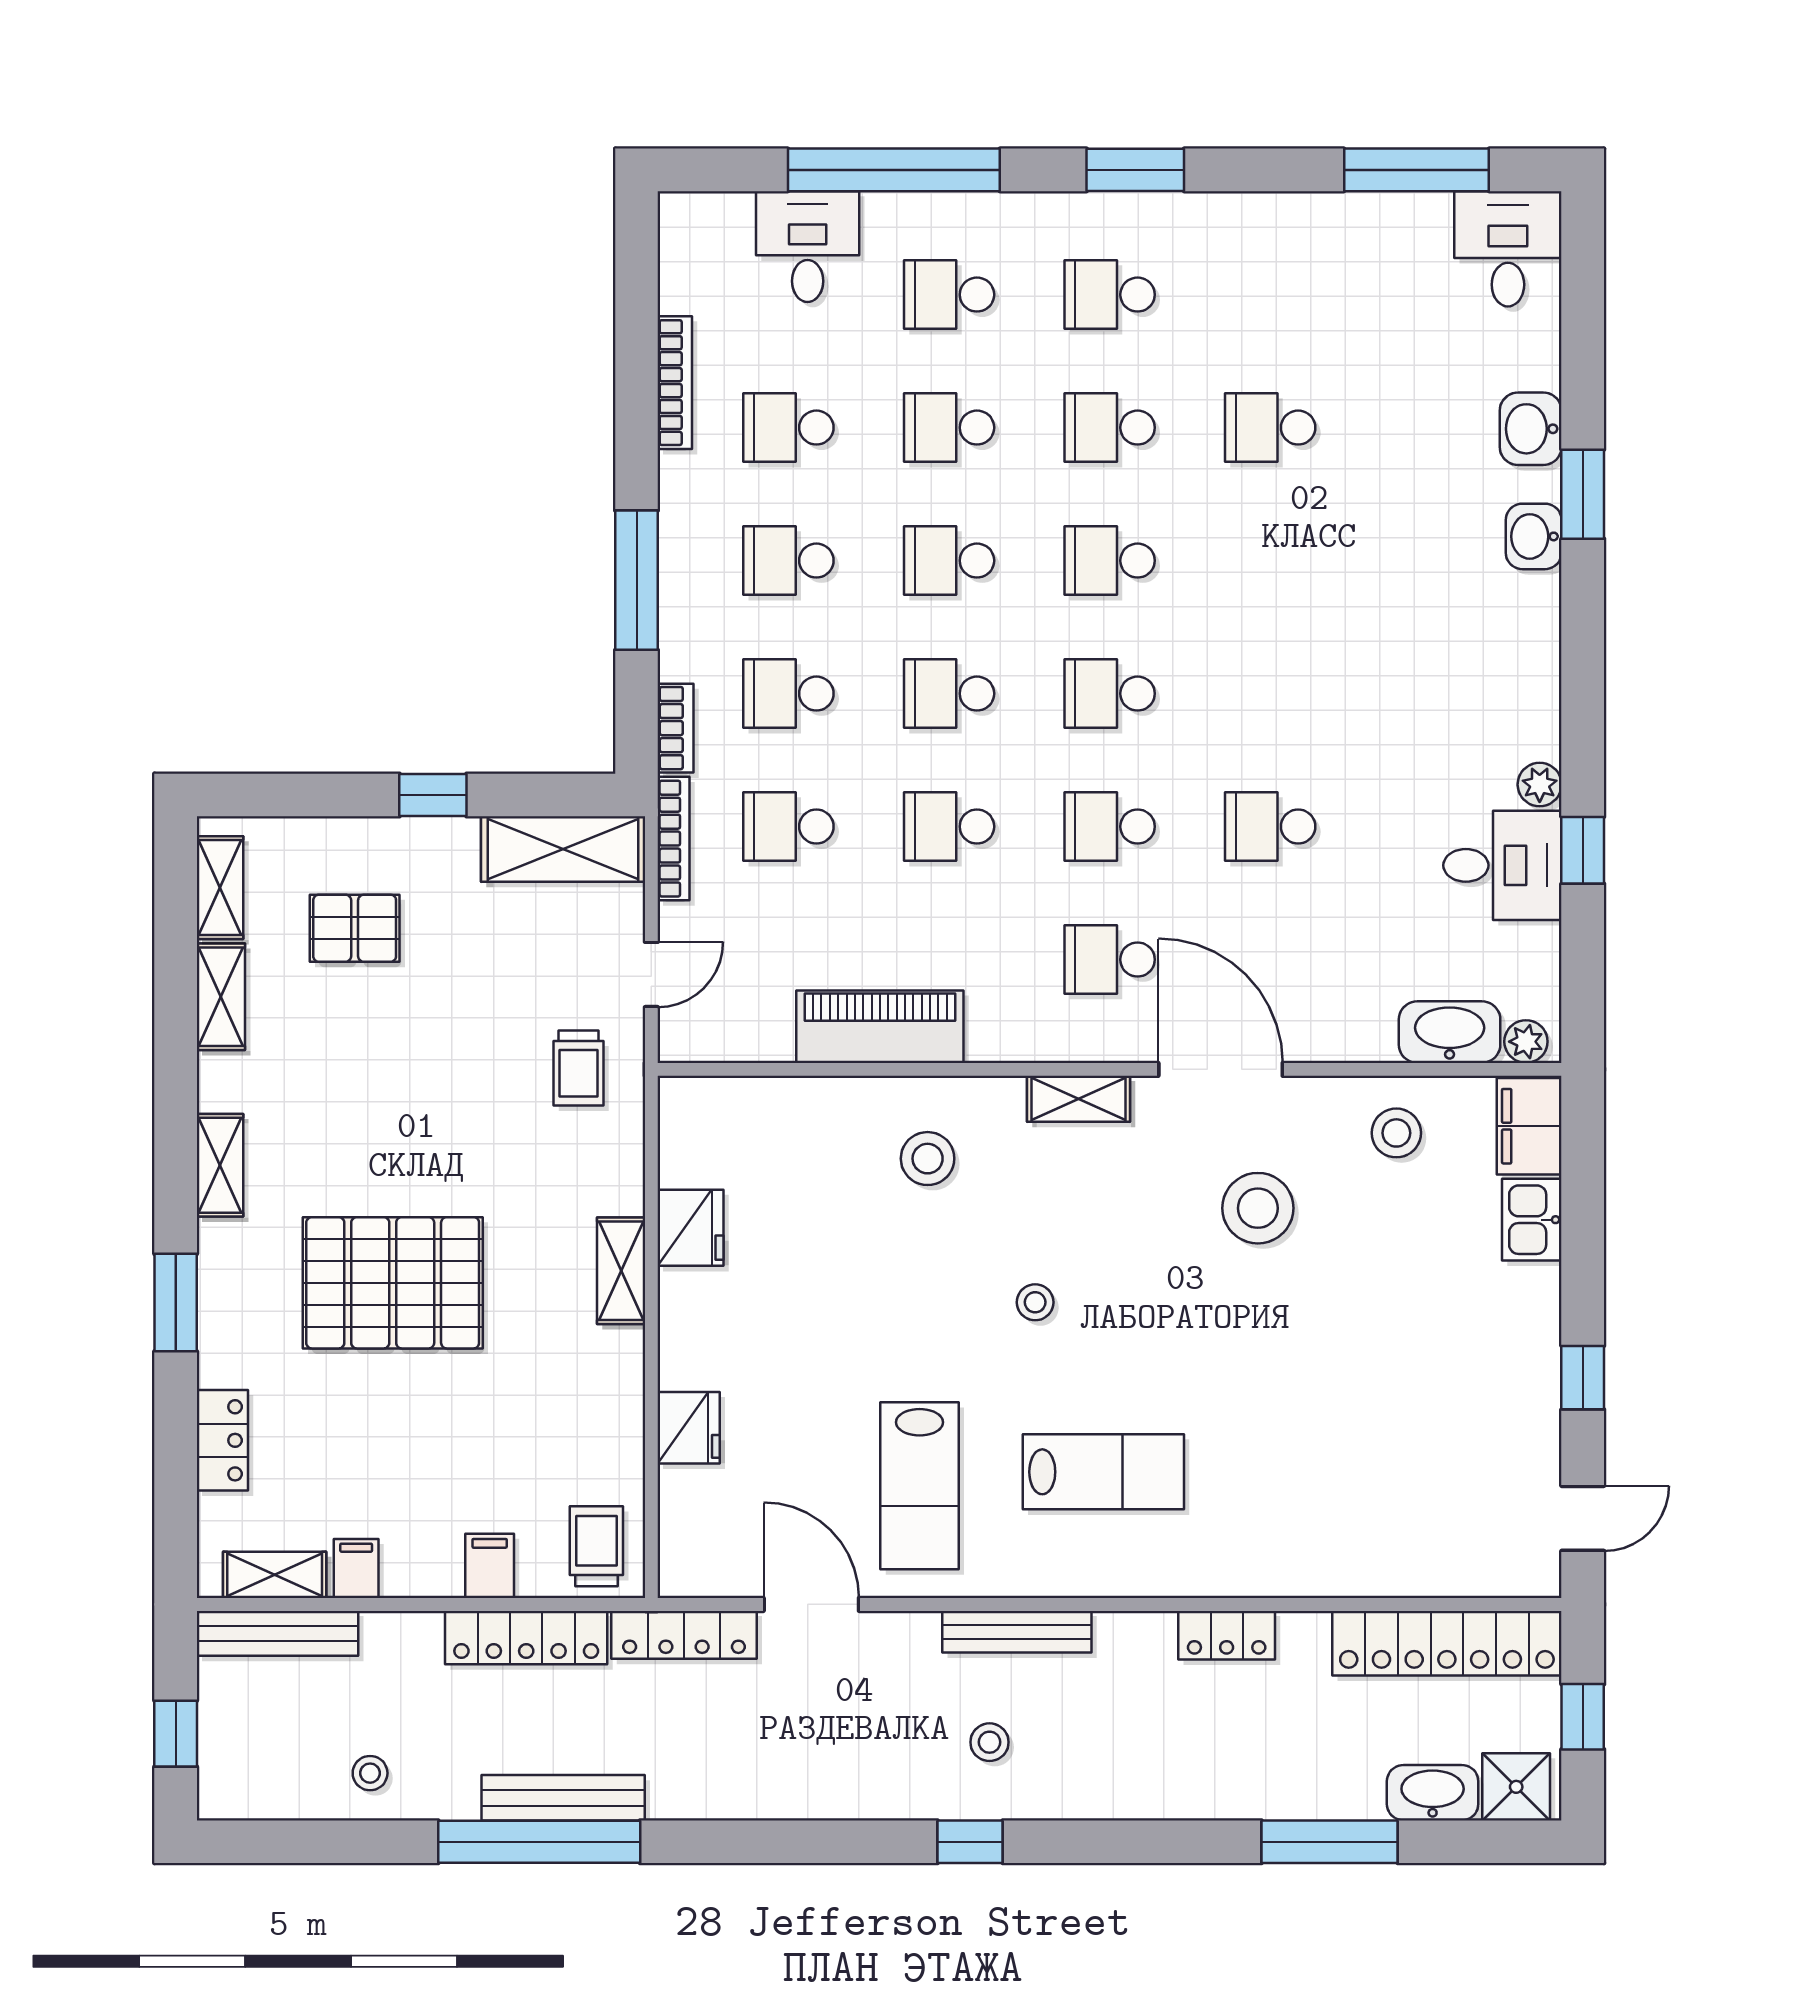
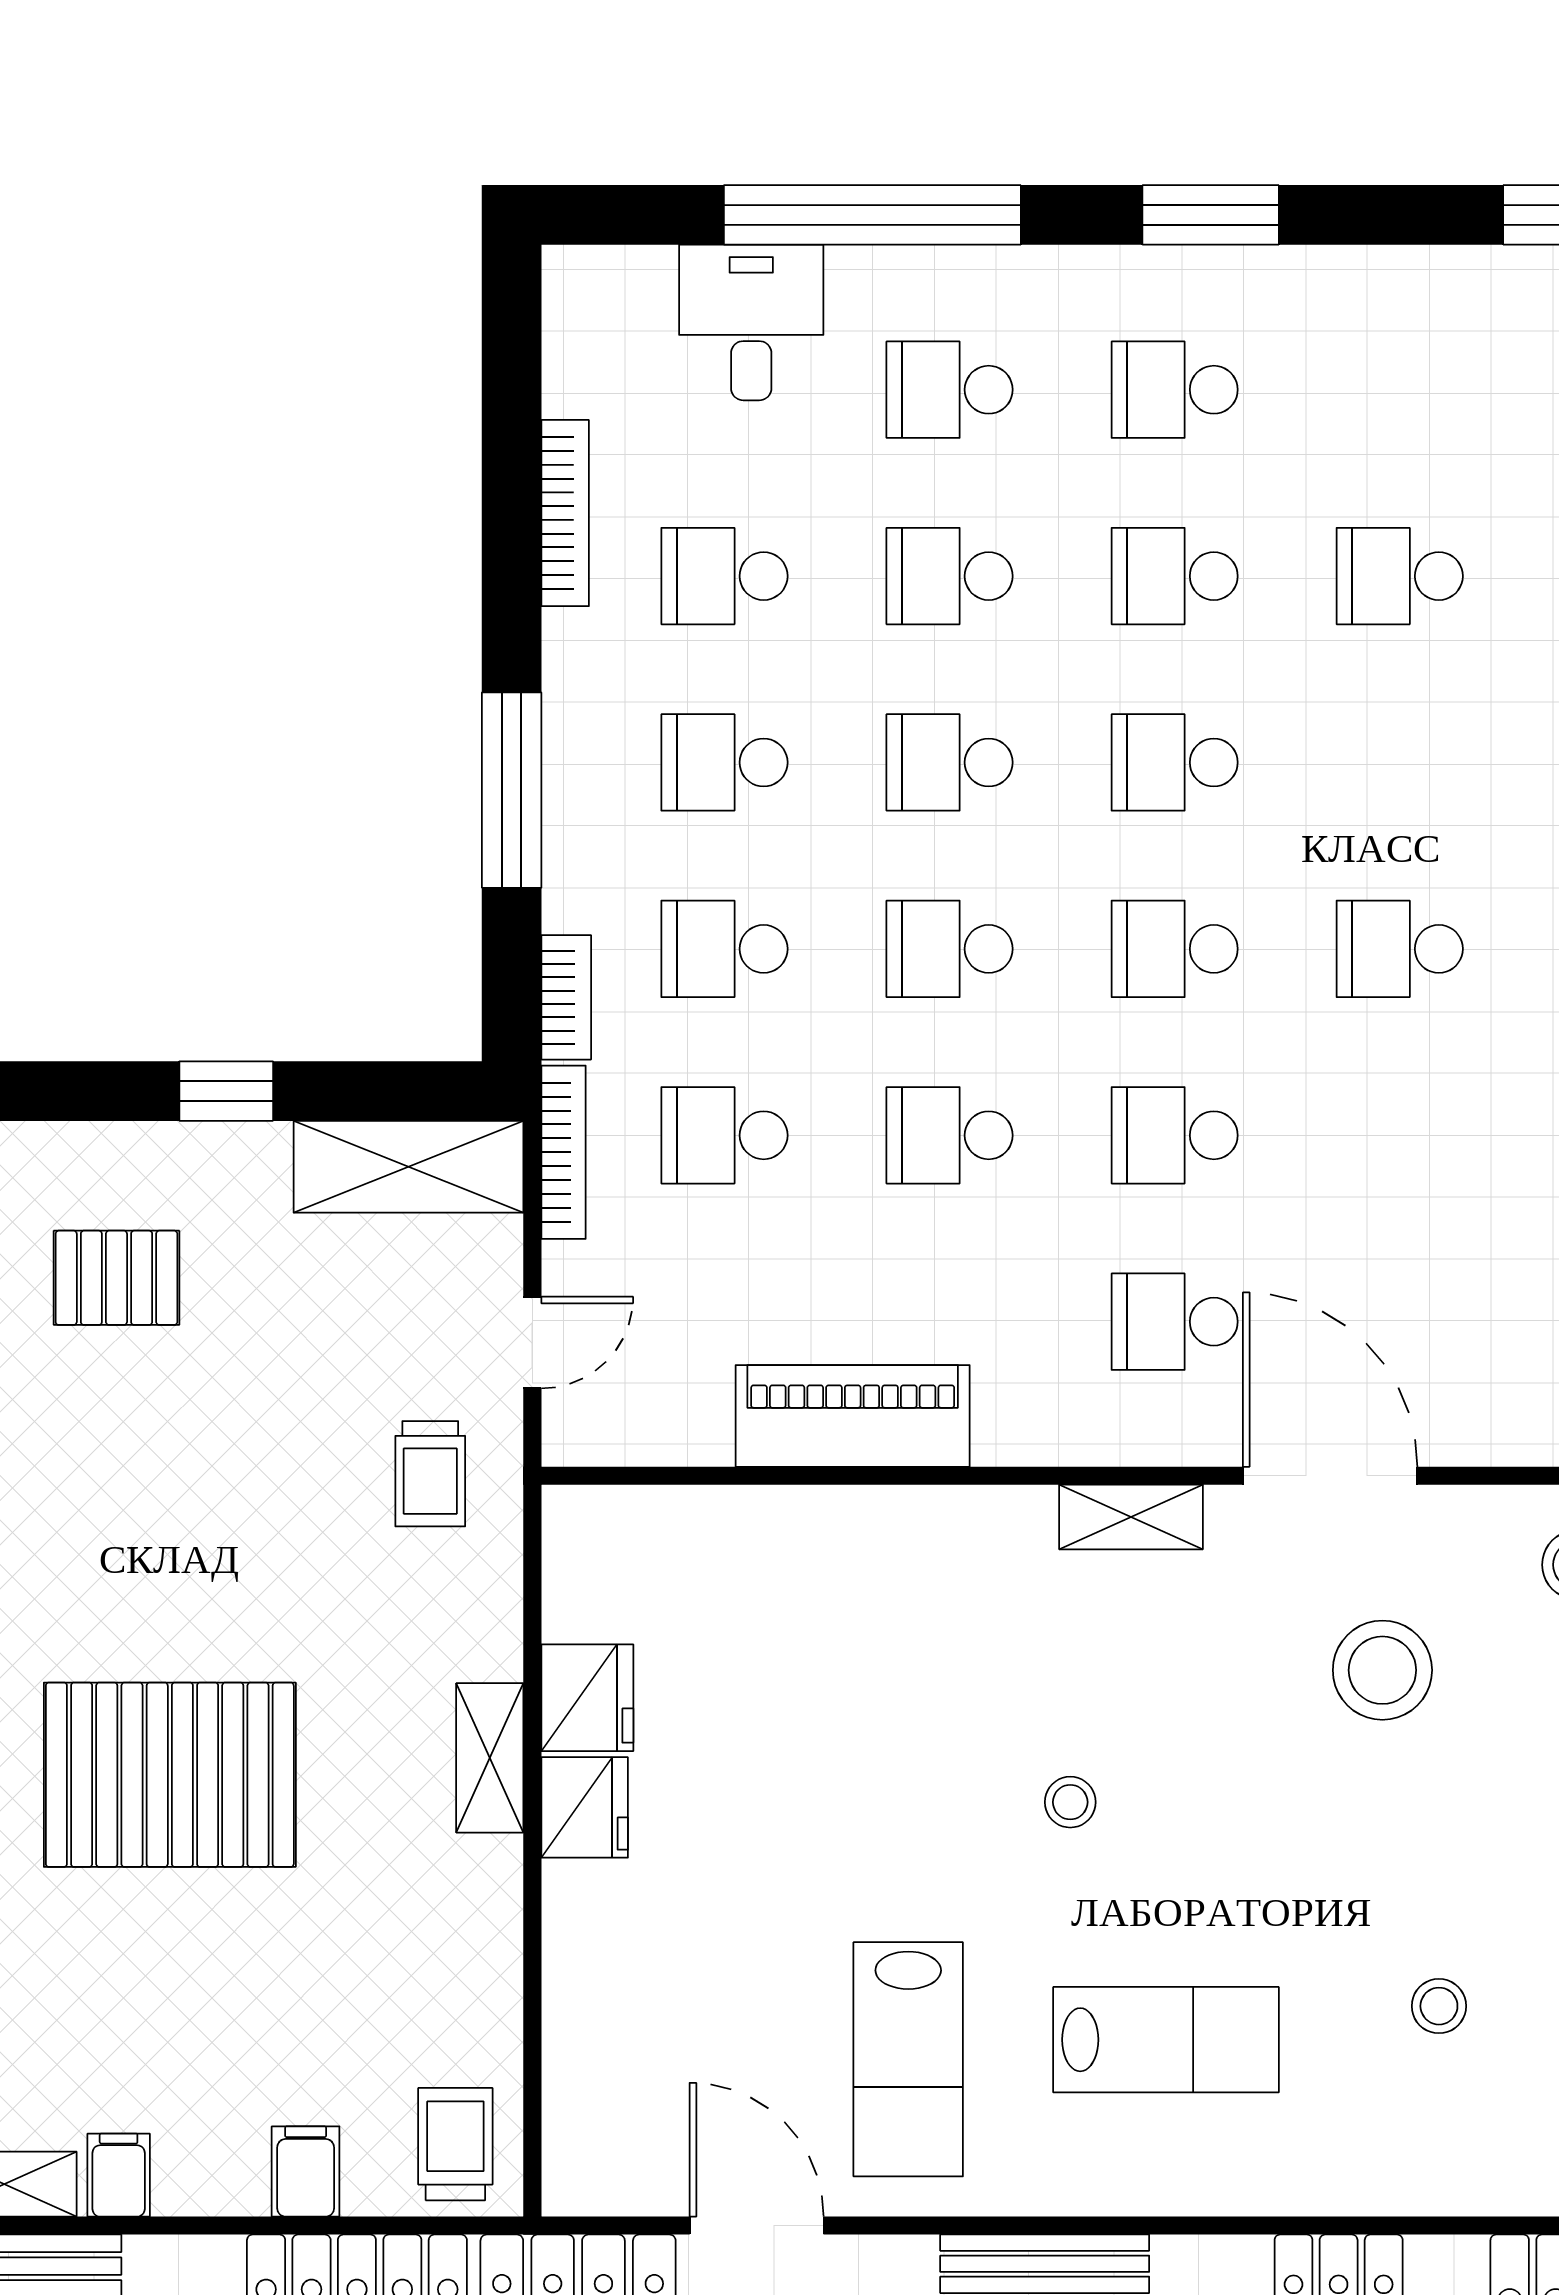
school desk: (1270, 827) -> (1400, 949), moved
stool: (928, 1159) -> (1439, 2006), moved, width x0.73, depth x0.73
fridge: (689, 1428) -> (585, 1807), moved

